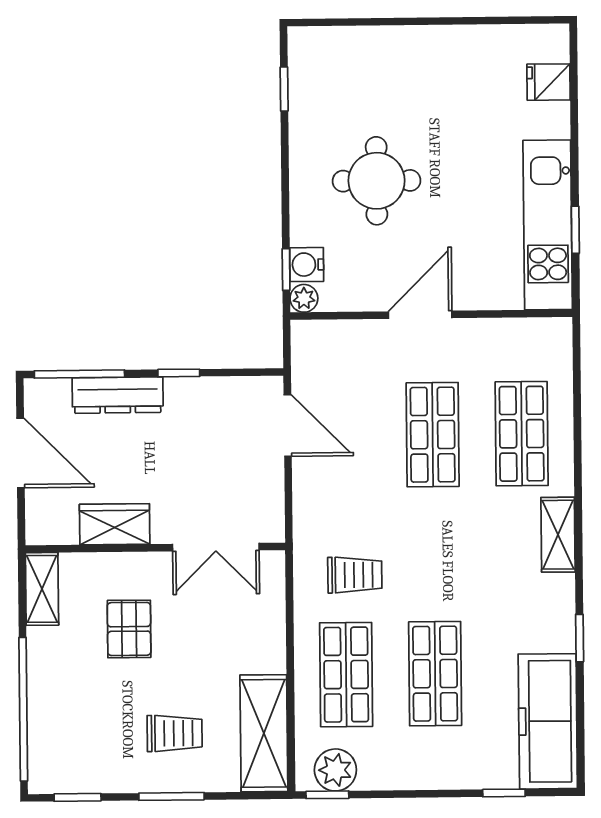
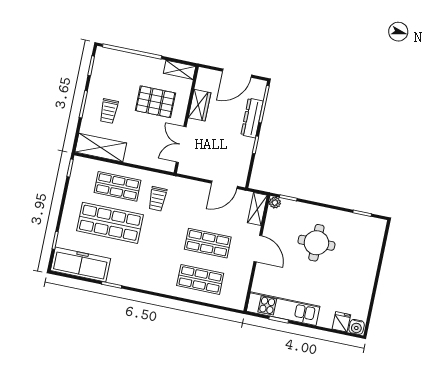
water cooler: (307, 265) -> (357, 327), moved, turned 180
shelving: (558, 535) -> (257, 209), moved, turned 90
pallet: (129, 629) -> (155, 102), width x1.50, depth x1.42
shop shelf: (435, 674) -> (110, 223), width x1.43, depth x1.36
plant: (335, 770) -> (79, 174), removed

